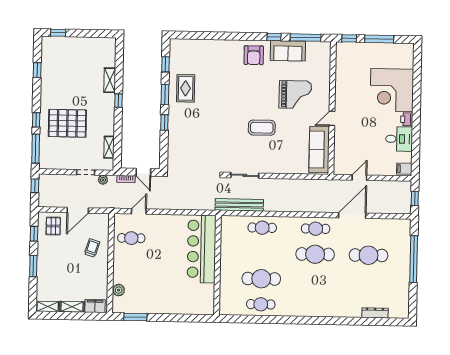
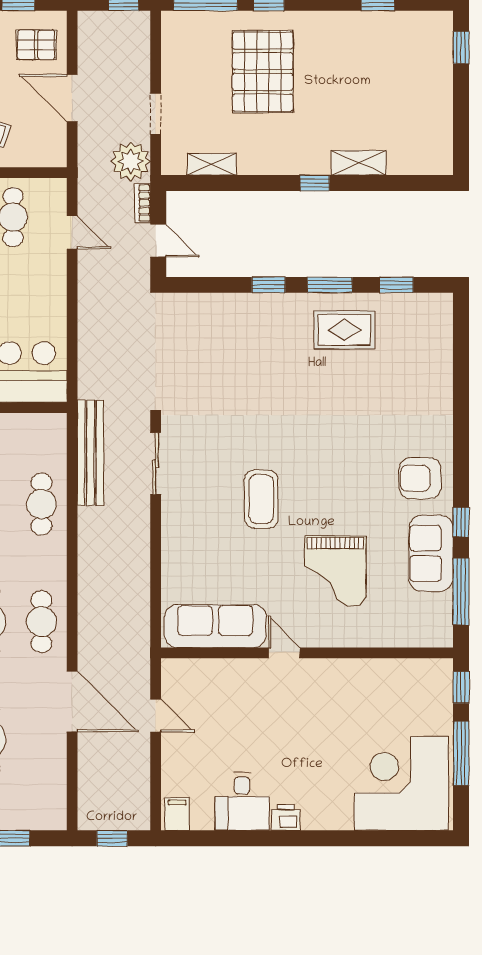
corner desk: (392, 90) -> (401, 783), moved
door: (143, 172) -> (158, 241), swing flipped
plant: (103, 180) -> (131, 161), width x1.88, depth x1.88

